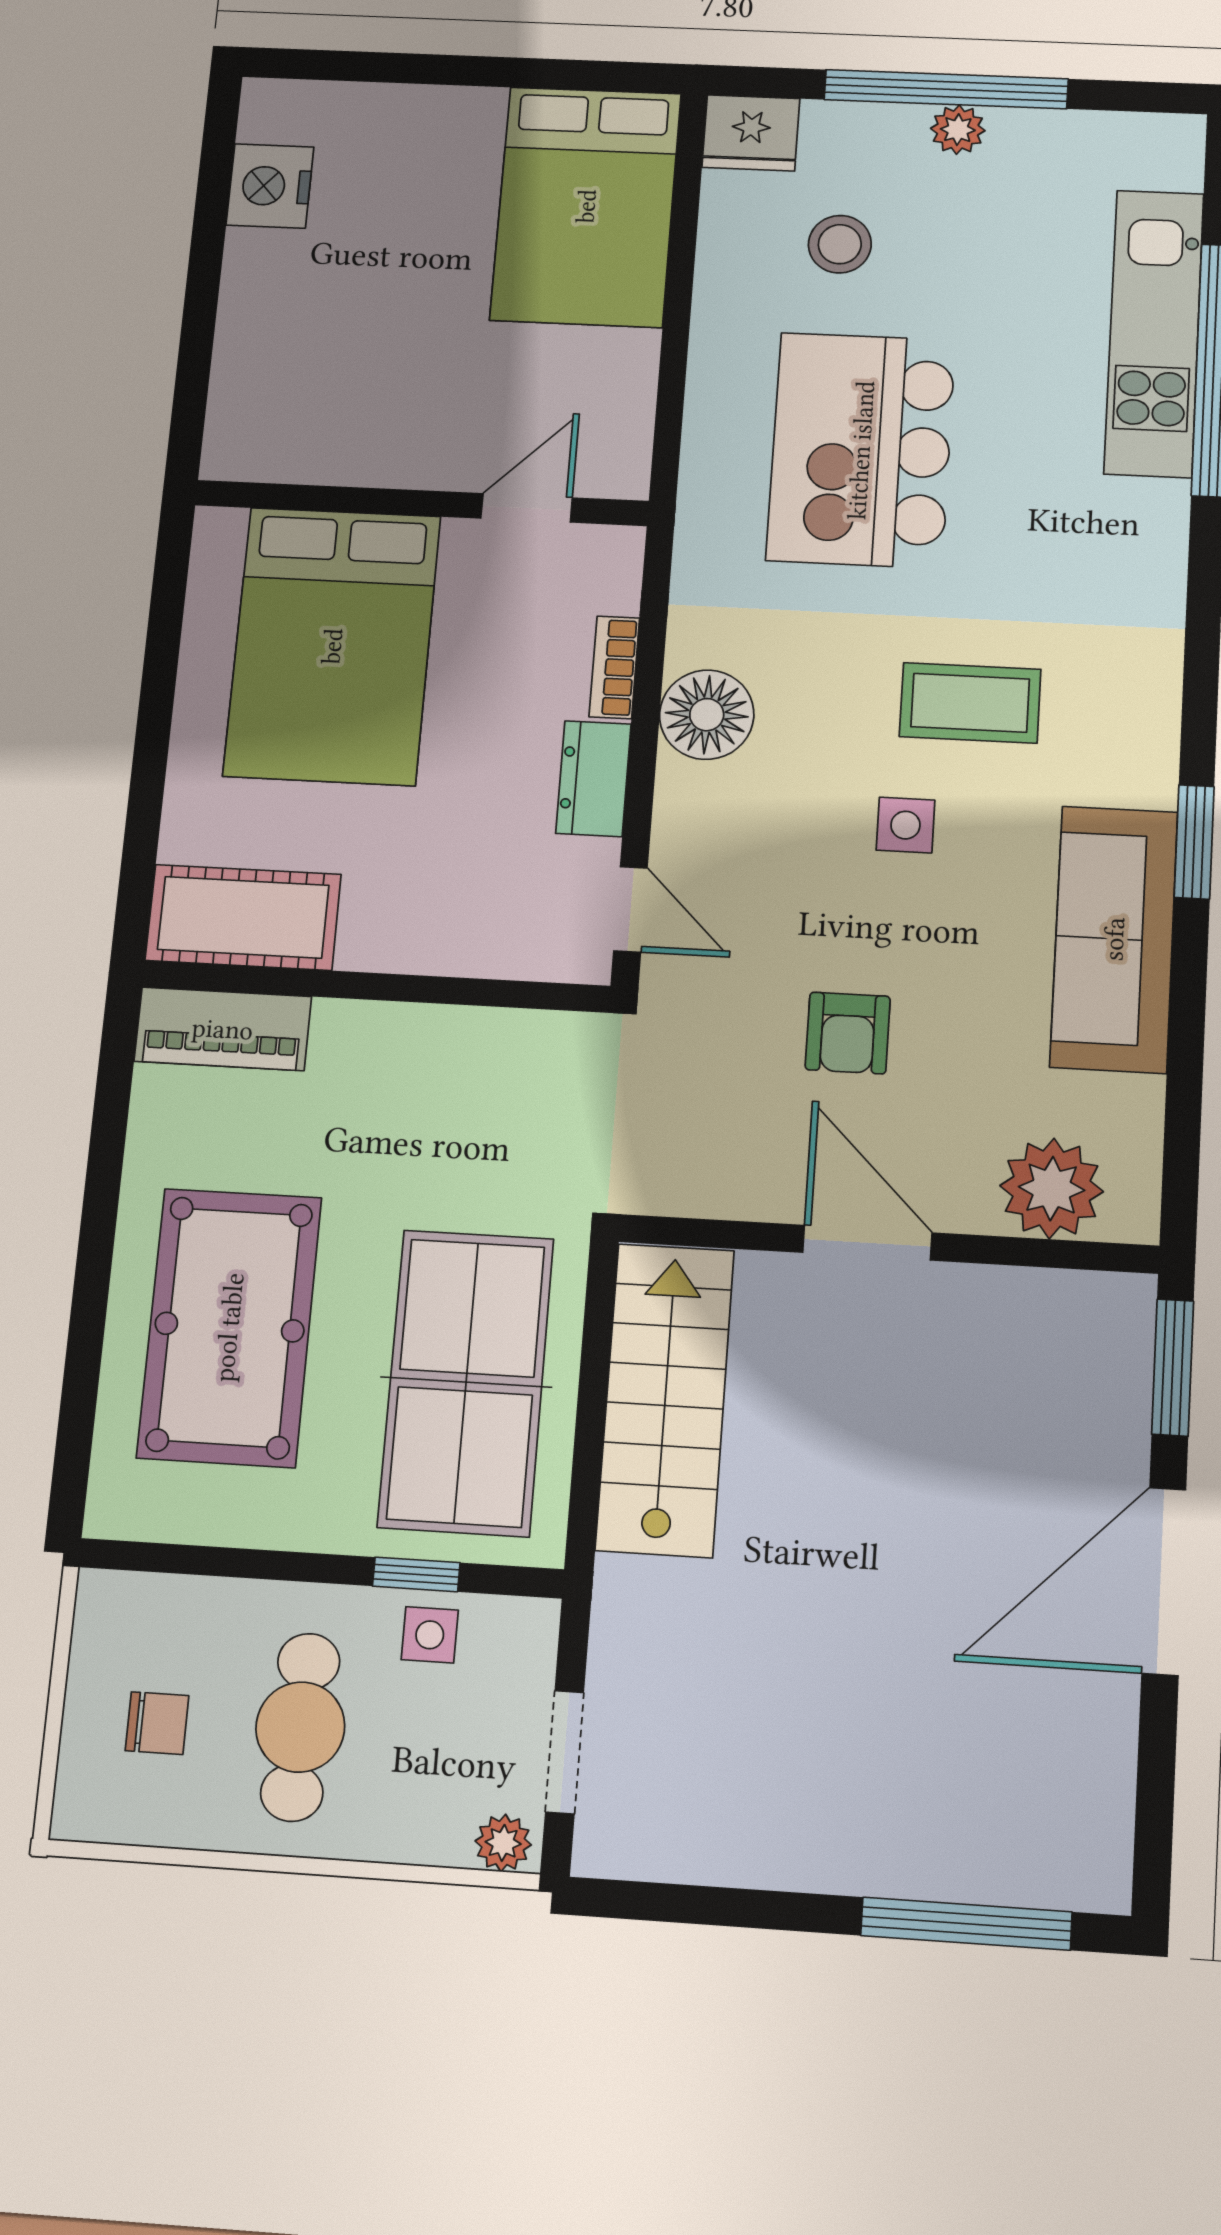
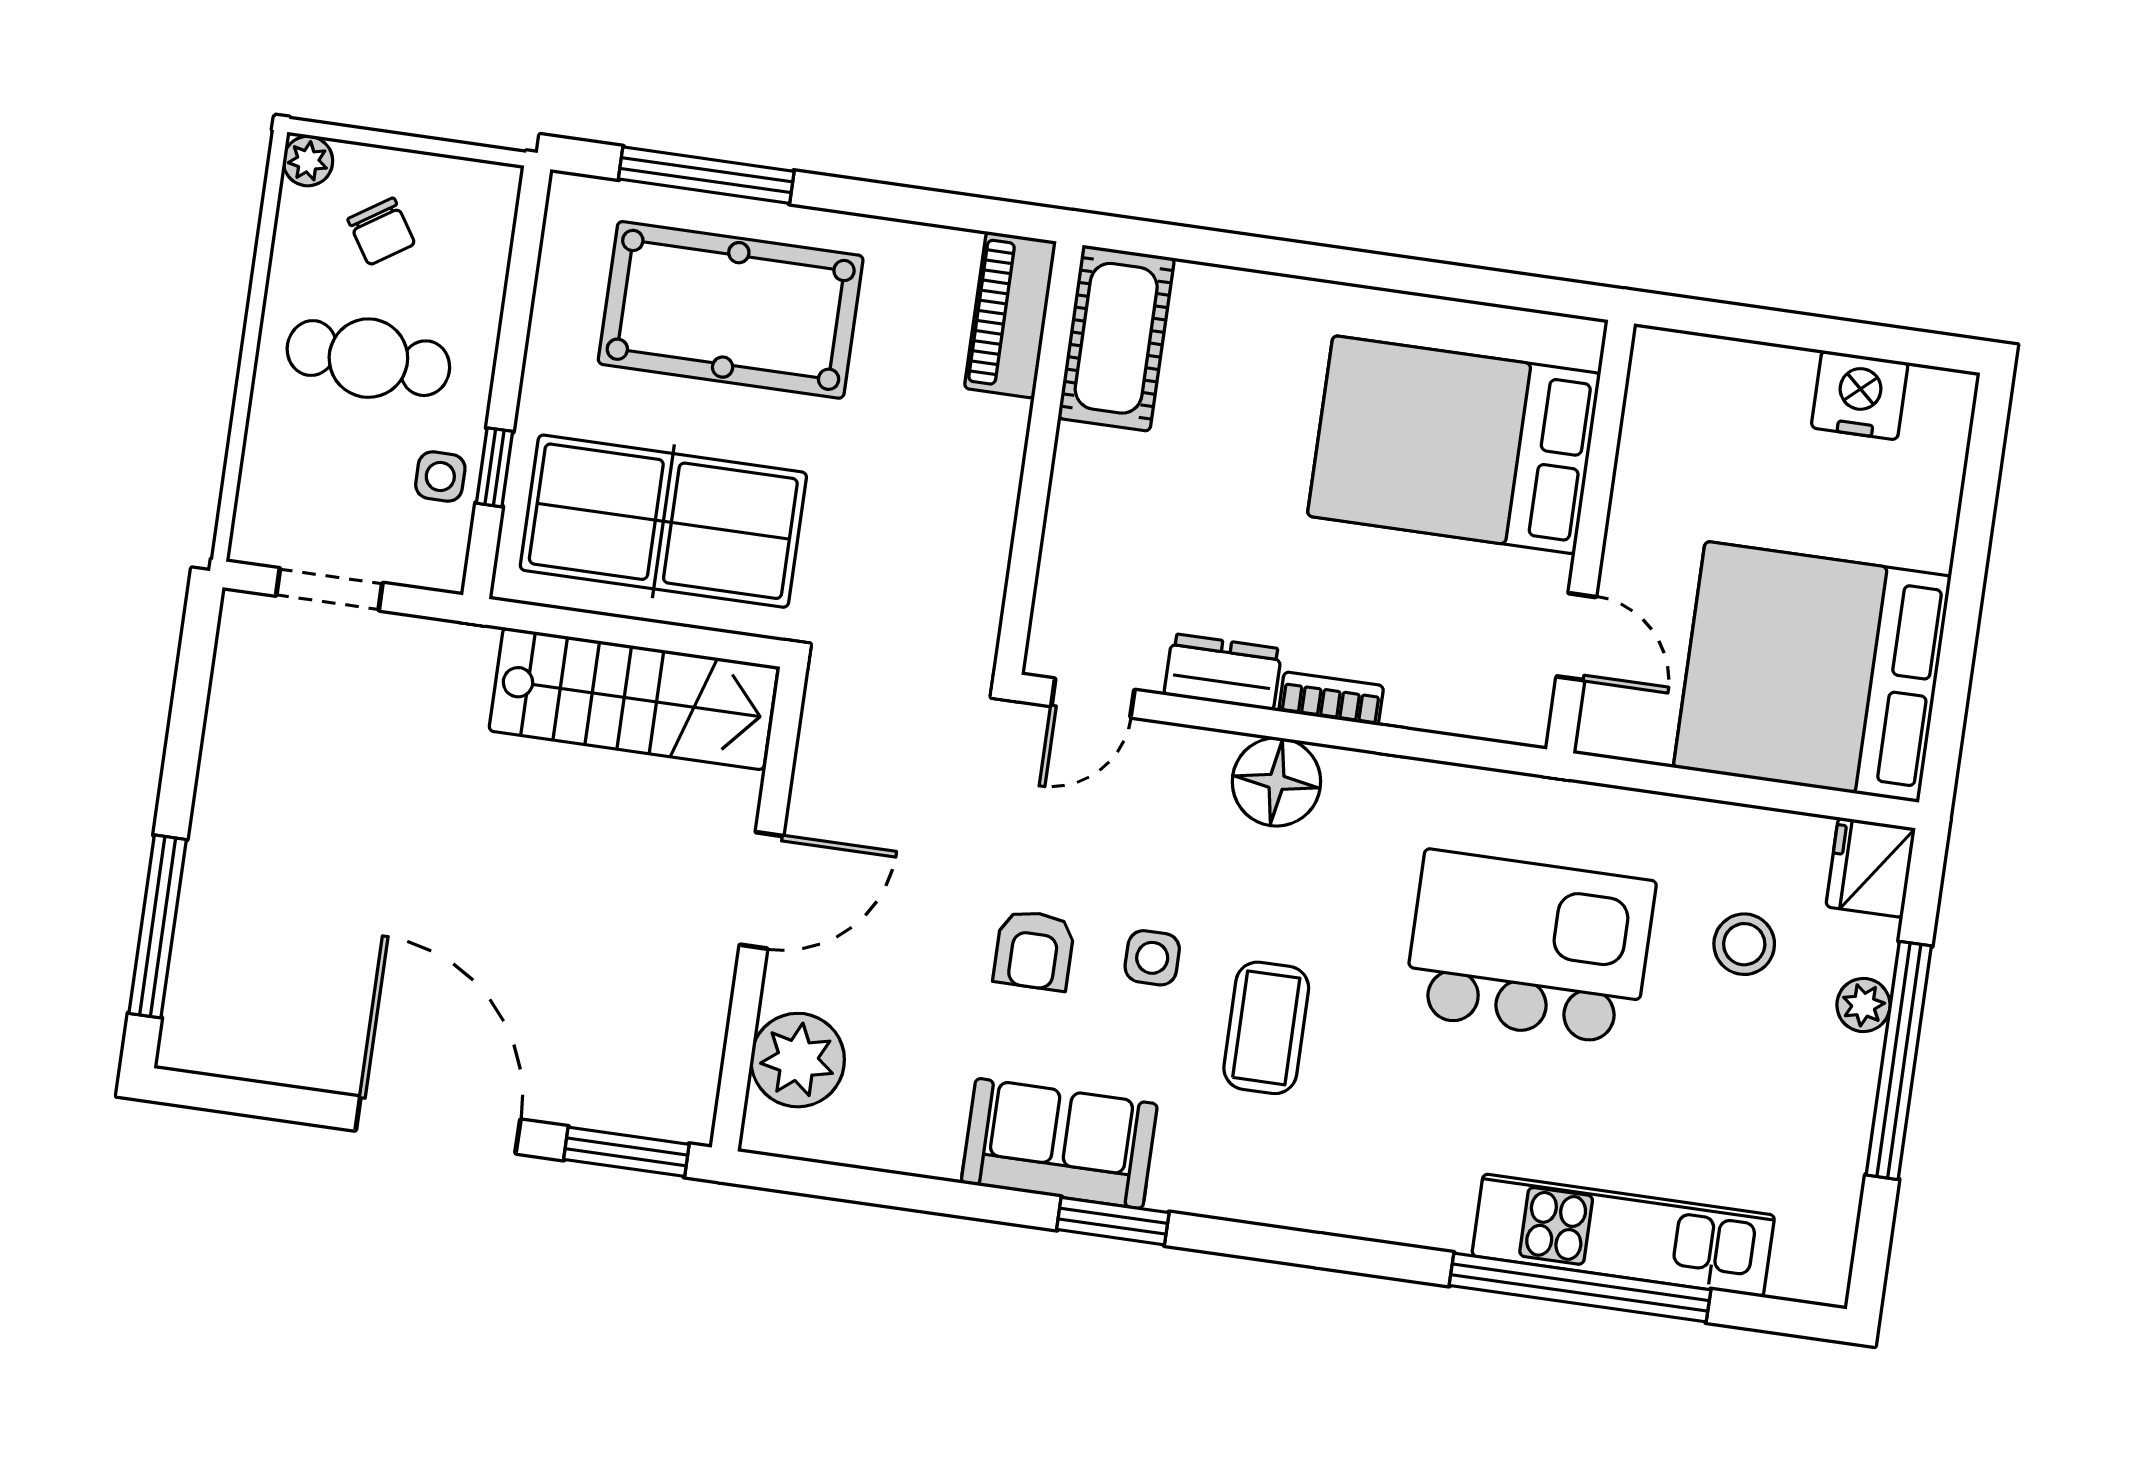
plant: (958, 130) -> (1863, 1005), moved
bed: (586, 206) -> (1812, 672), width x1.36
wall: (421, 503) -> (1591, 537), moved
door: (527, 508) -> (1576, 637), moved
bed: (332, 646) -> (1454, 445), moved
sofa: (1114, 939) -> (1059, 1143), width x0.73
armchair: (848, 1033) -> (1034, 950), moved, turned -90
window: (83, 1365) -> (706, 175), added
chair: (157, 1723) -> (381, 231), turned -33
plant: (503, 1843) -> (308, 161), moved

